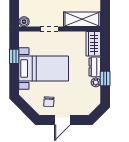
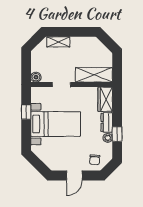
chair: (49, 102) -> (95, 160), moved

